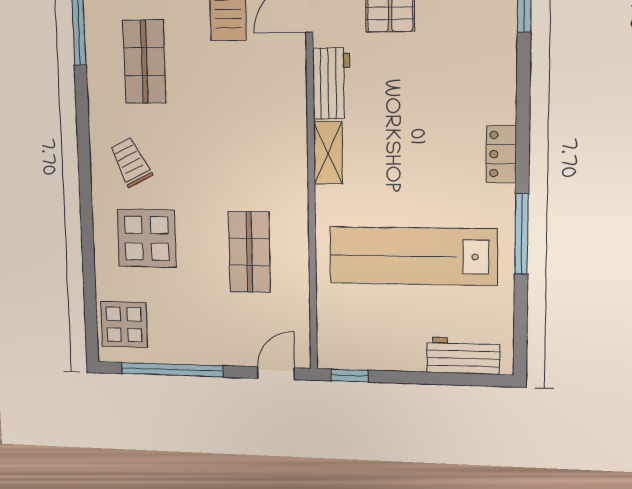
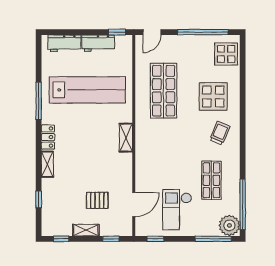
workbench: (331, 83) -> (98, 43), moved, turned -90
shelving: (503, 93) -> (47, 164), added
trolley: (131, 162) -> (220, 133), turned -131
shop shelf: (249, 252) -> (164, 91), width x1.43, depth x1.36

